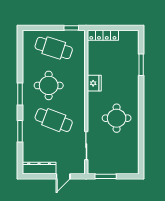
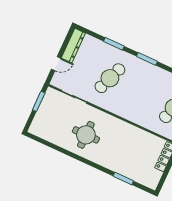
fridge: (94, 83) -> (126, 129), removed
round table: (49, 85) -> (143, 88), removed
door: (63, 176) -> (56, 64), swing flipped

